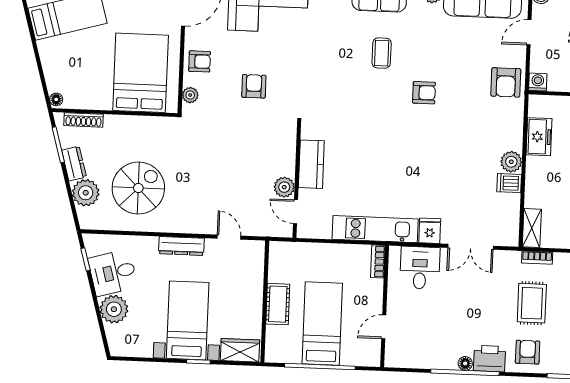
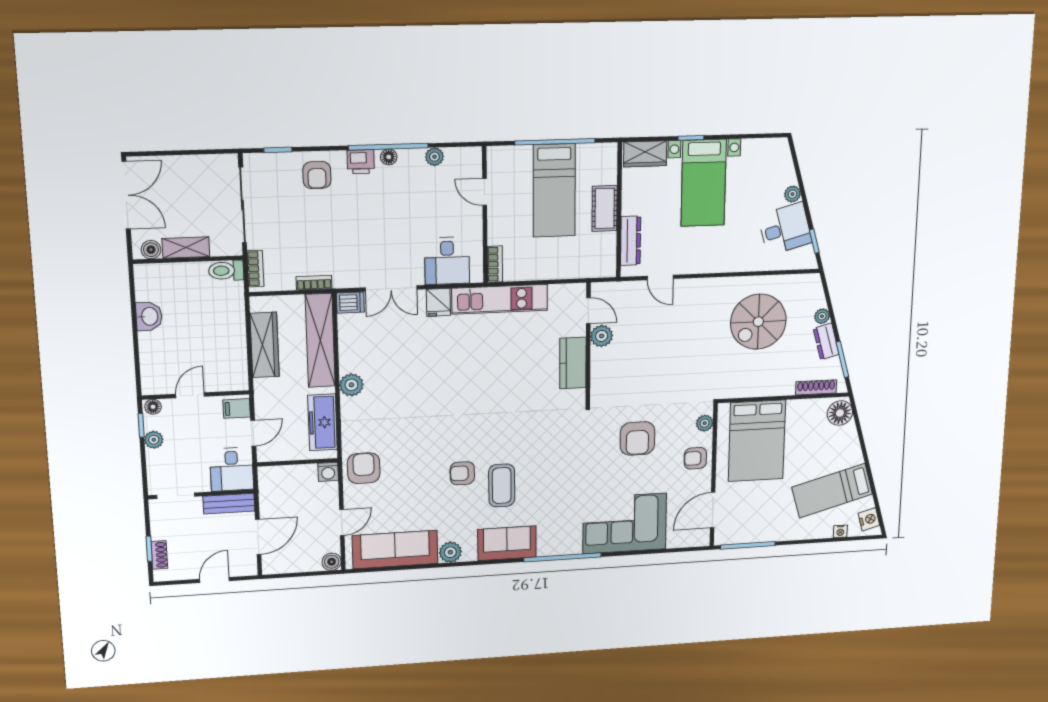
coffee table: (382, 53) -> (502, 486), width x1.36, depth x1.30
armchair: (254, 86) -> (637, 438), width x1.38, depth x1.38
armchair: (424, 93) -> (462, 473), moved
floor lamp: (56, 99) -> (840, 413), width x1.89, depth x1.89
freezer: (539, 137) -> (323, 422), width x1.40
dishwasher: (509, 183) -> (350, 303), moved
plant: (86, 193) -> (822, 316), width x0.53, depth x0.53
shelving: (532, 228) -> (320, 340), width x2.20, depth x1.33
dresser: (181, 246) -> (631, 241), moved, turned 90
double door: (471, 247) -> (391, 289), swing flipped
rug: (532, 303) -> (316, 231), removed
plant: (114, 309) -> (792, 194), width x0.53, depth x0.53
door: (384, 327) -> (485, 192), swing flipped
printer: (489, 359) -> (361, 162), width x0.73, depth x0.81
plant: (426, 361) -> (434, 157), added

